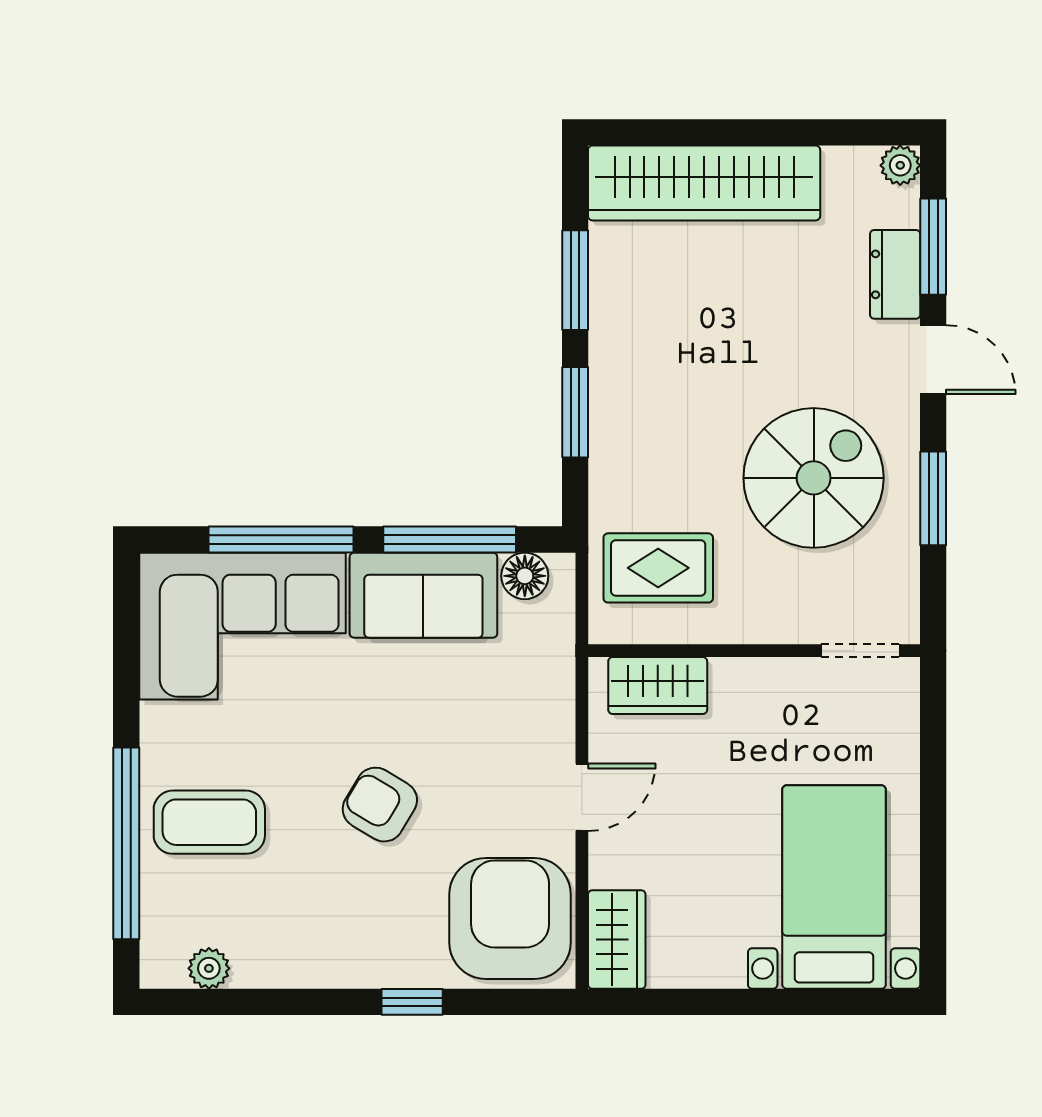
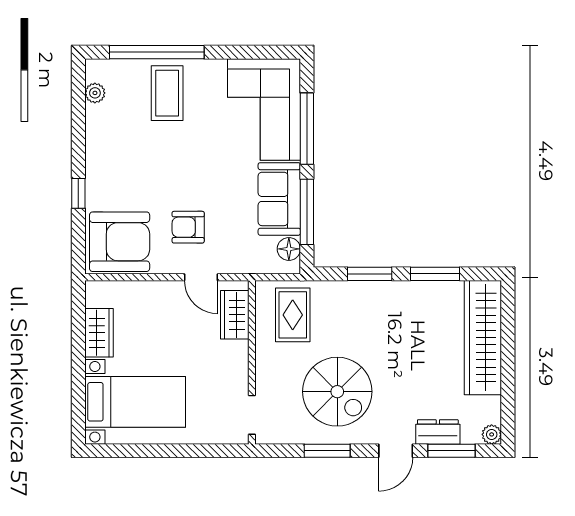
door: (582, 797) -> (201, 277), moved
armchair: (380, 805) -> (188, 227), moved, turned -121
wardrobe: (617, 939) -> (99, 333), moved, turned -90

